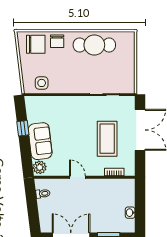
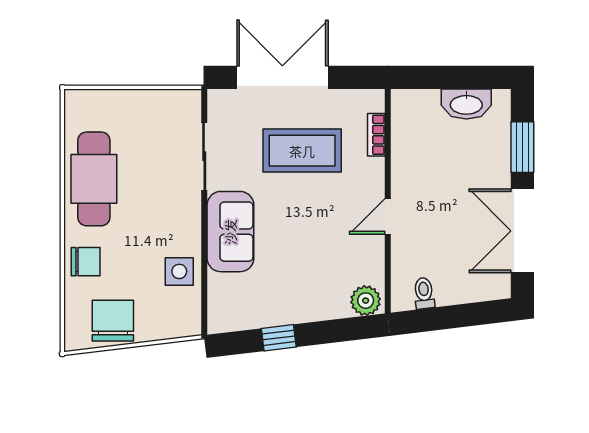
chair: (36, 44) -> (113, 321), moved
side table: (42, 83) -> (179, 271), moved
sofa: (40, 141) -> (230, 232), moved, turned 97
washbasin: (130, 213) -> (466, 104), width x1.91, depth x1.45

